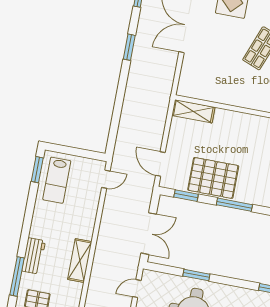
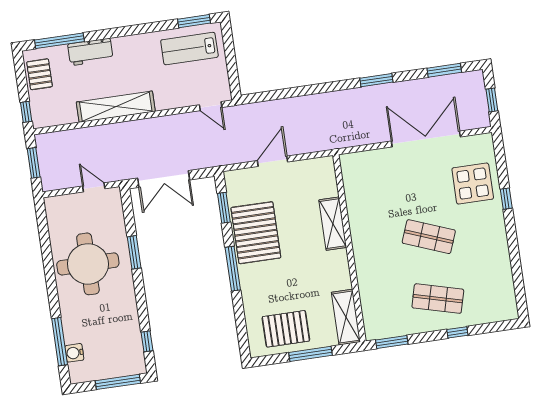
shelving: (193, 111) -> (333, 224), moved
door: (160, 164) -> (273, 161), moved
shelving: (80, 261) -> (116, 107), width x1.47

